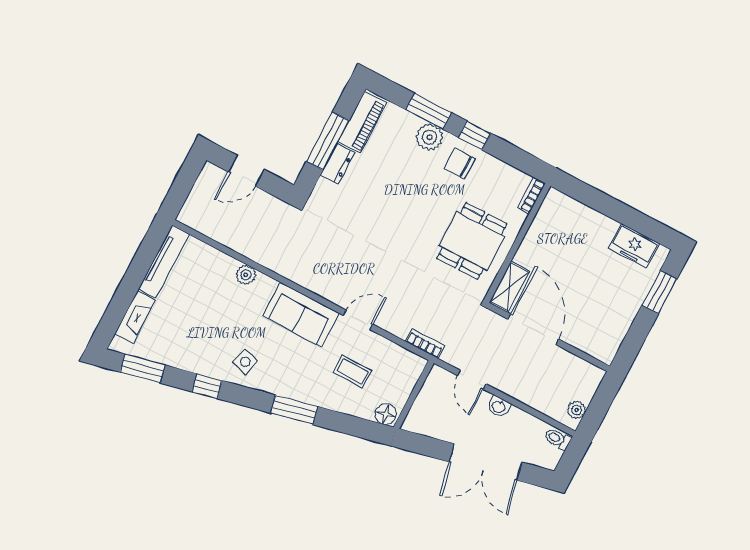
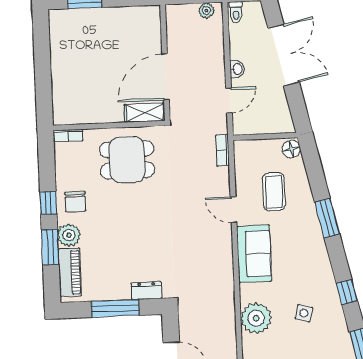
piano: (362, 122) -> (70, 272), moved, turned 90
dresser: (338, 164) -> (146, 291), moved
freezer: (634, 246) -> (61, 38), removed
plant: (246, 275) -> (256, 318), width x1.88, depth x1.88
side table: (245, 362) -> (304, 313), moved
coffee table: (352, 371) -> (274, 192), width x1.36, depth x1.30

